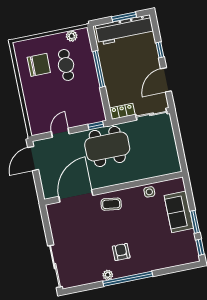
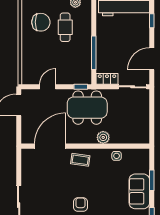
window: (160, 50) -> (152, 21), moved
window: (99, 69) -> (94, 53), moved
plant: (131, 175) -> (103, 137), added
sofa: (179, 212) -> (139, 191), moved
window: (195, 222) -> (152, 180), moved

